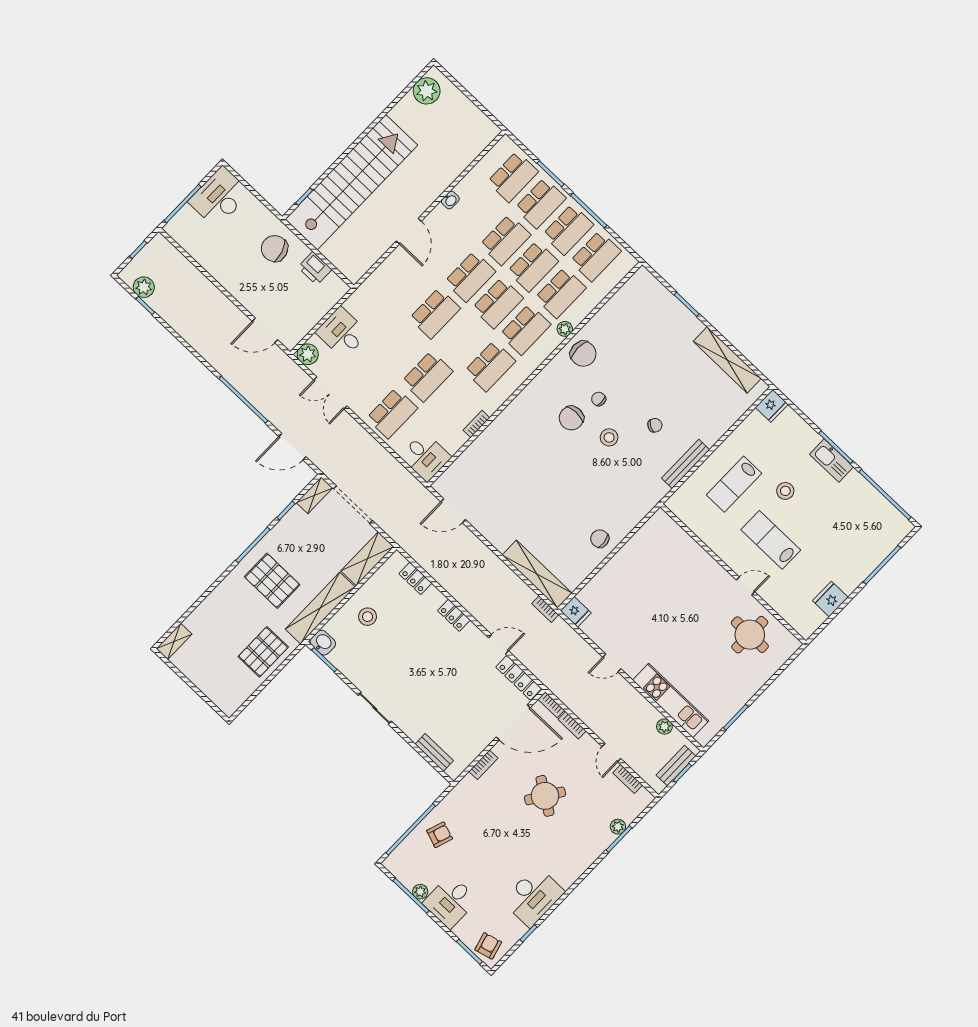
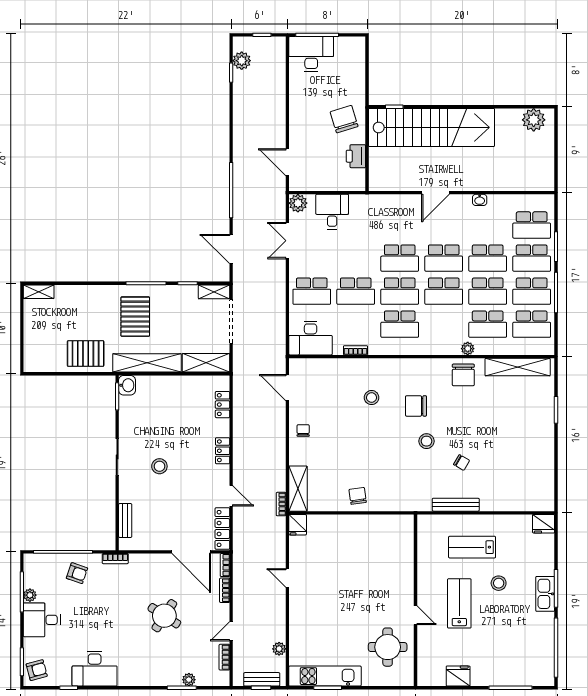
desk: (219, 197) -> (311, 54), moved
school desk: (525, 329) -> (400, 291), moved
shelving: (727, 360) -> (518, 367), moved, turned 90
chair: (599, 399) -> (303, 430), moved
stool: (529, 448) -> (372, 398), added
desk: (426, 457) -> (311, 338), width x1.37
shelving: (537, 574) -> (298, 489), width x0.68
stool: (368, 617) -> (159, 466), moved
kitchen unit: (671, 700) -> (325, 676), moved, turned -90
bookcase: (483, 765) -> (115, 559), moved

